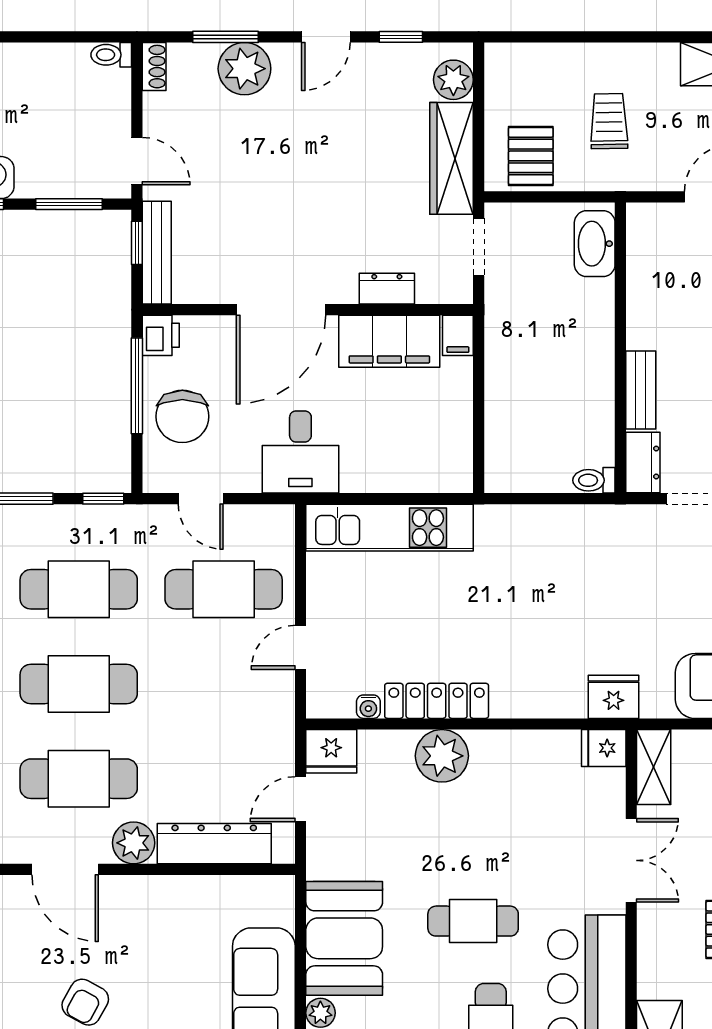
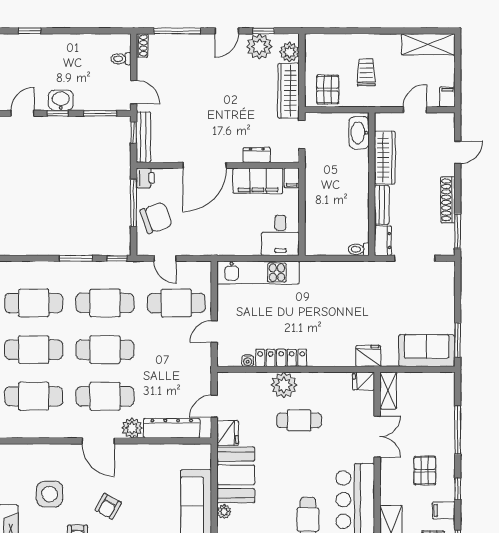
window: (226, 37) -> (177, 31), width x1.44
toilet: (111, 55) -> (121, 59), moved
plant: (244, 69) -> (259, 47), moved
wardrobe: (647, 294) -> (385, 158), added
chair: (182, 416) -> (156, 218), turned -109
desk: (300, 452) -> (280, 235), moved
fridge: (331, 751) -> (228, 433), moved, turned -90
cafe table: (473, 921) -> (299, 420), moved

